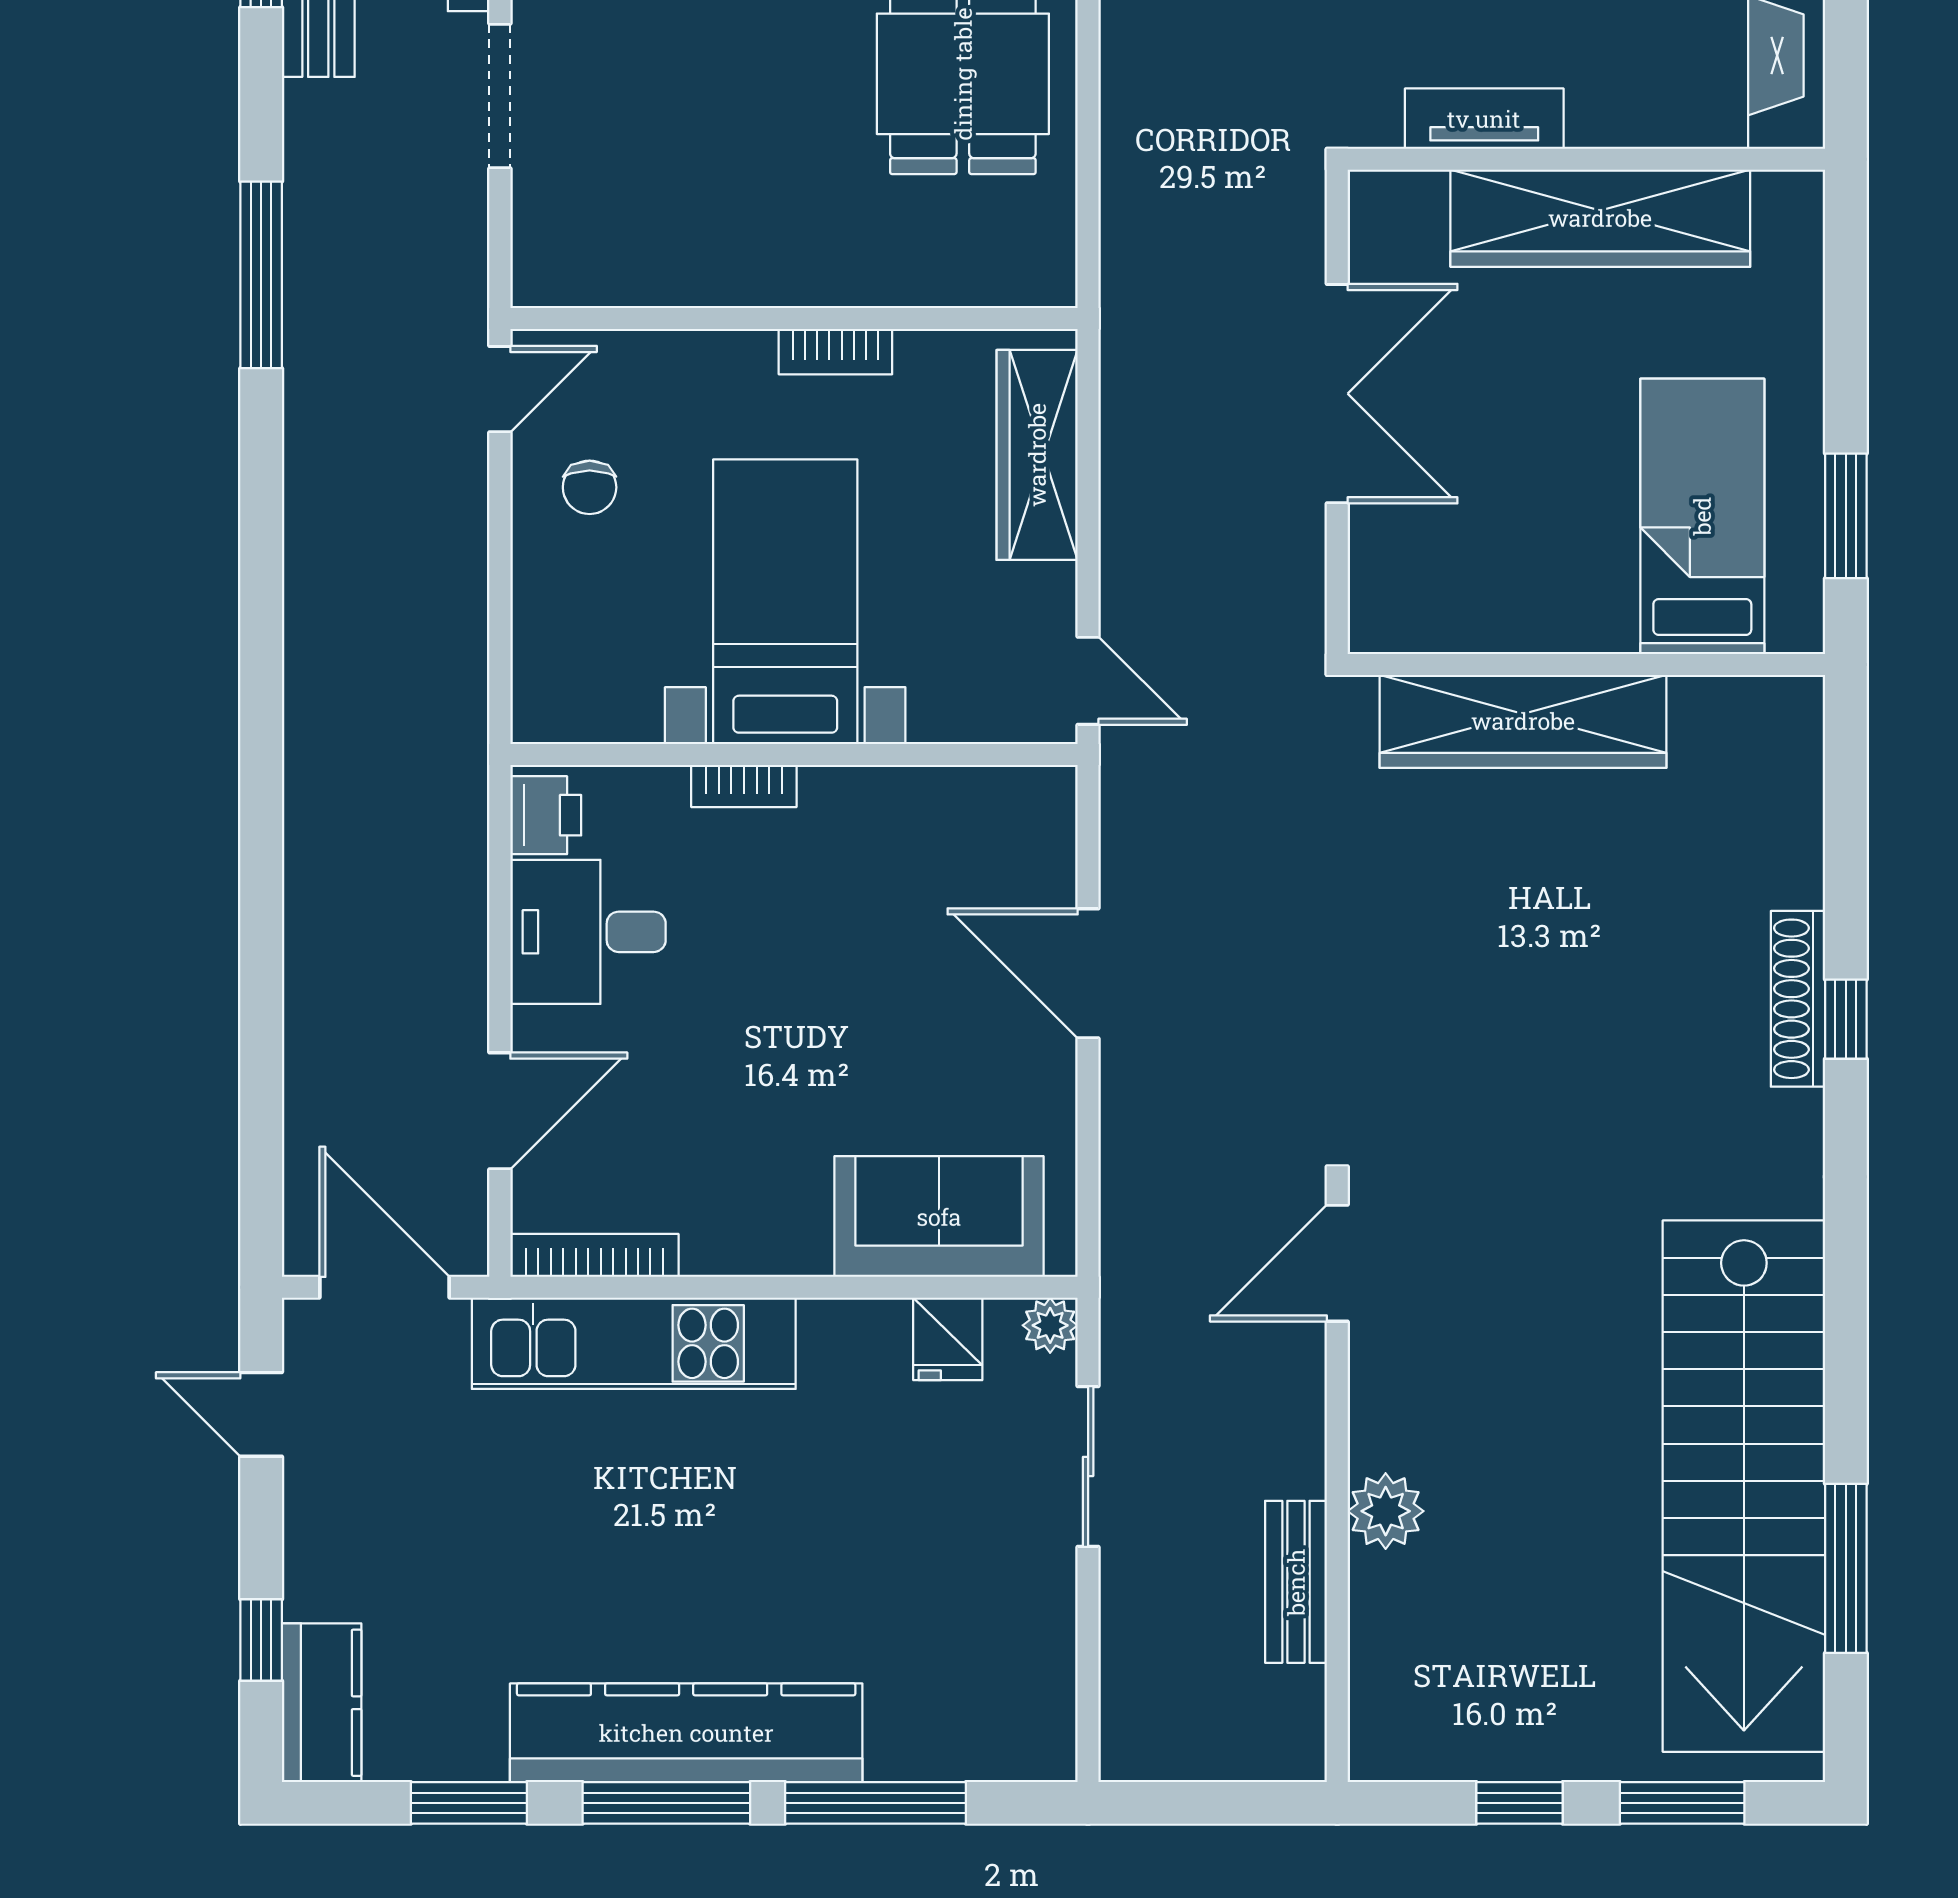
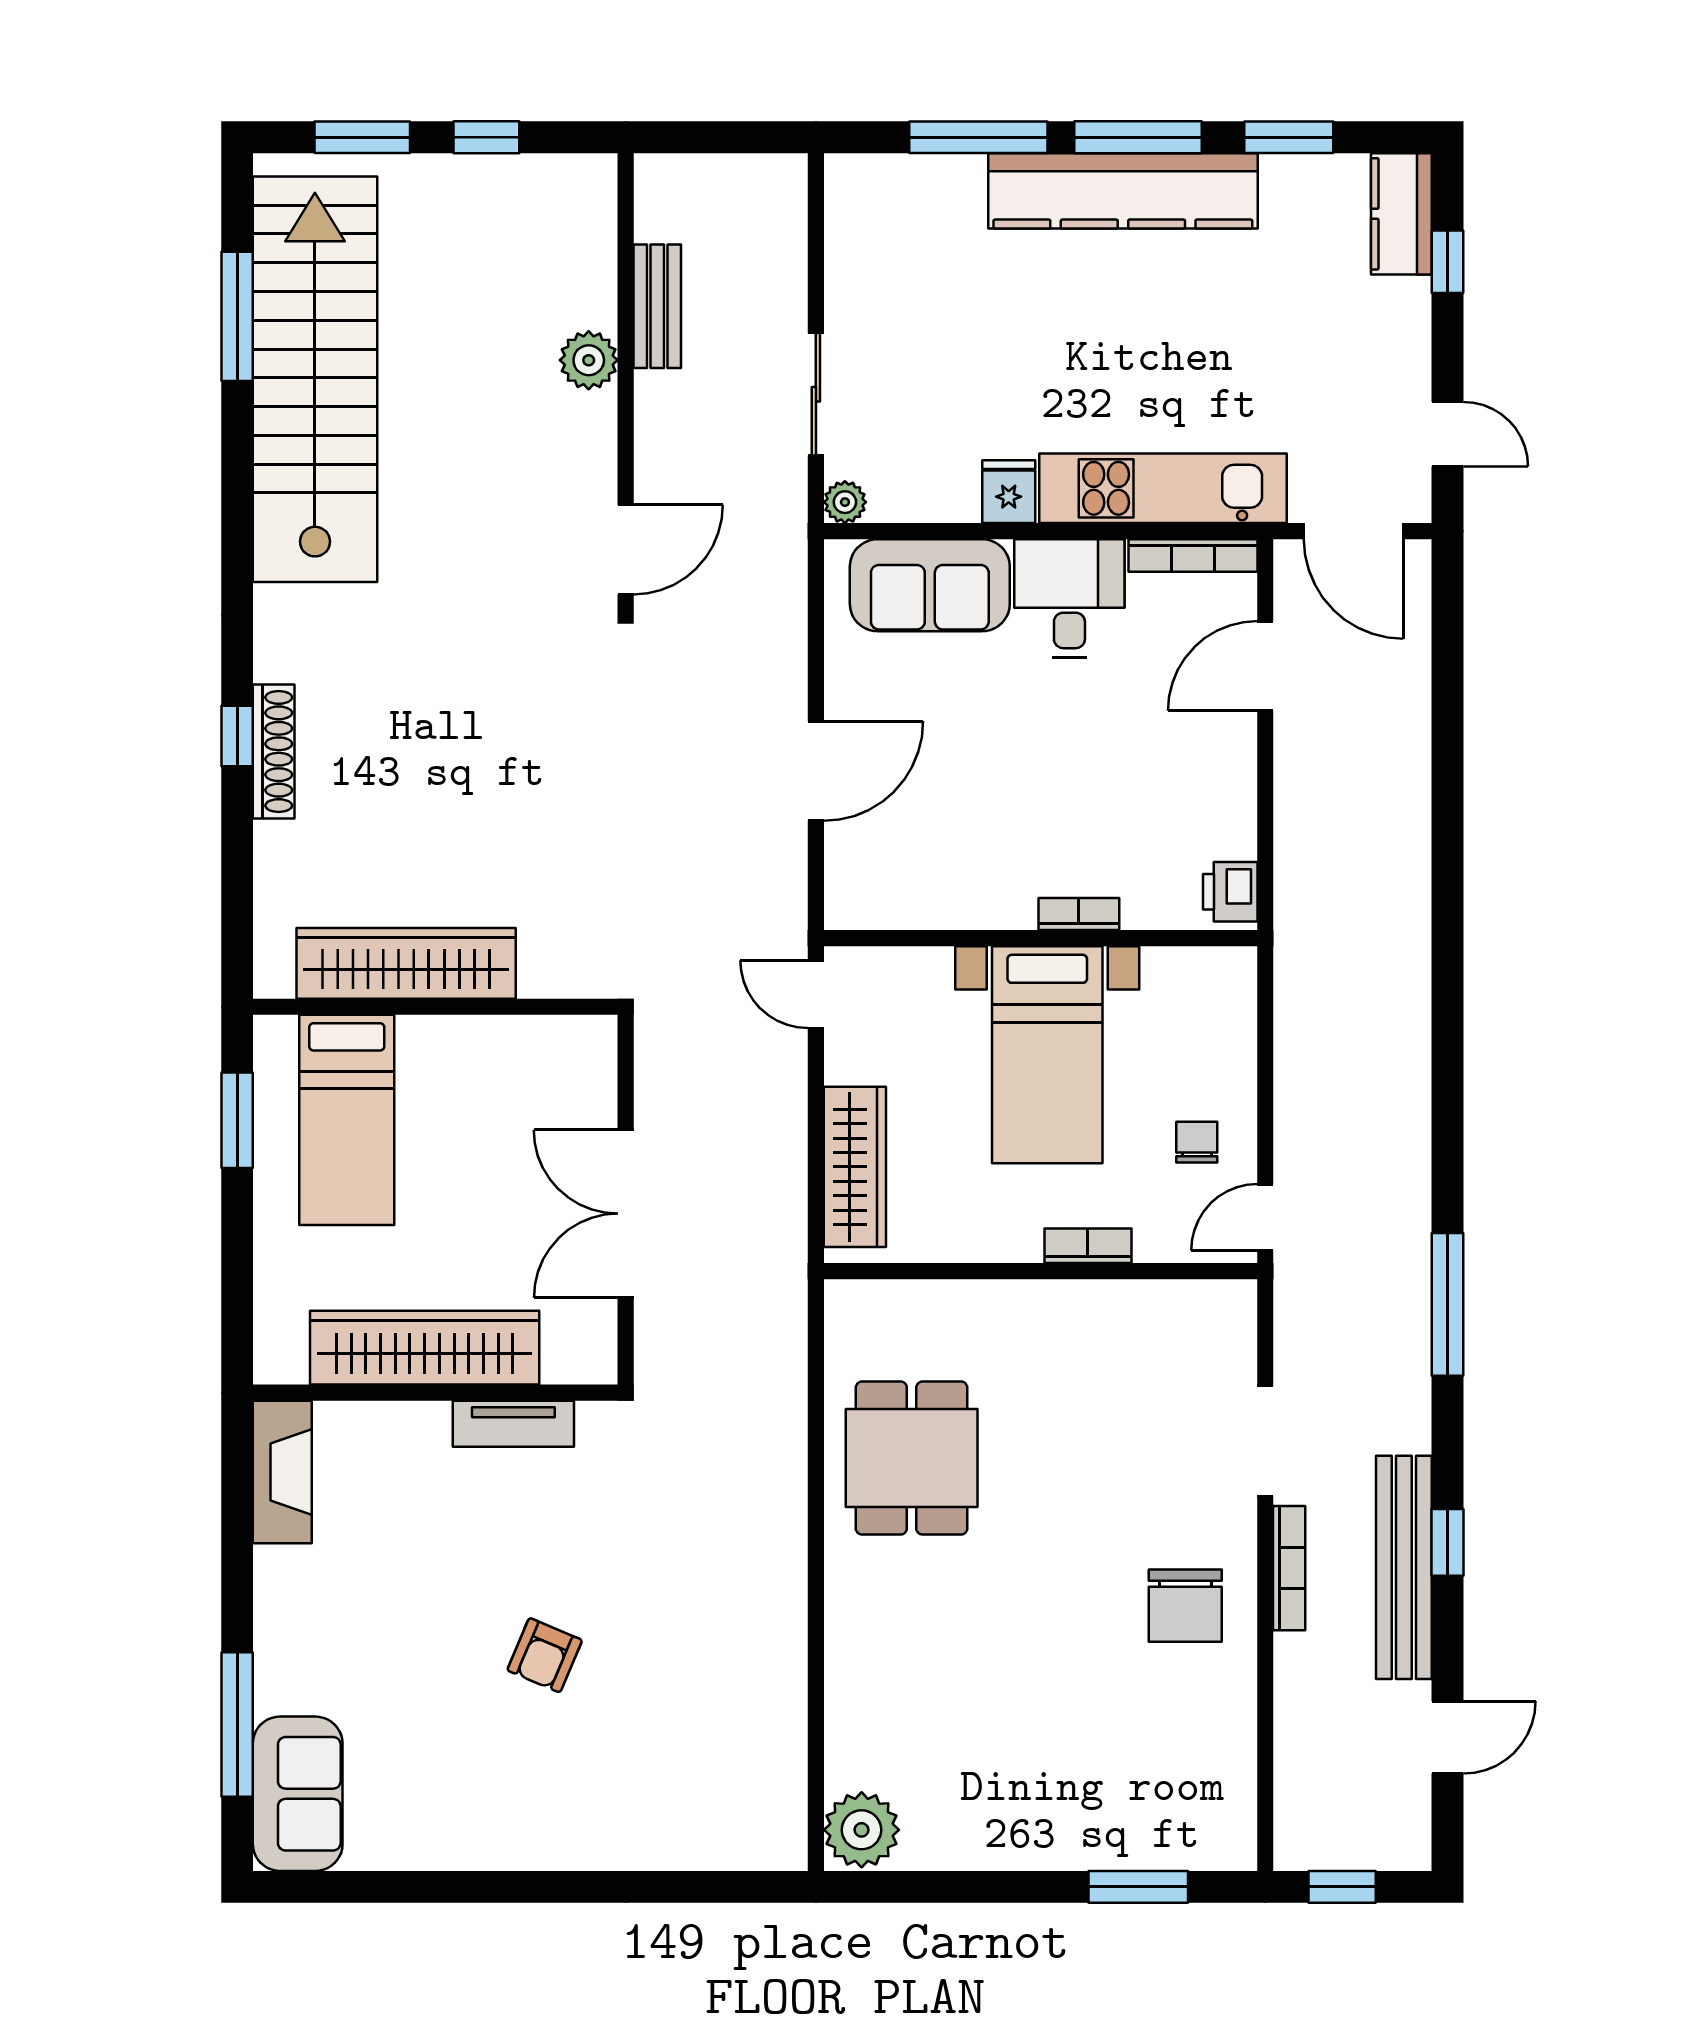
bookcase: (835, 352) -> (1088, 1246), moved
wardrobe: (1523, 721) -> (406, 963), moved
desk: (588, 932) -> (1069, 598), moved, turned -90
door: (1088, 973) -> (816, 771), hinge flipped
fridge: (948, 1339) -> (1009, 492), moved

